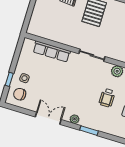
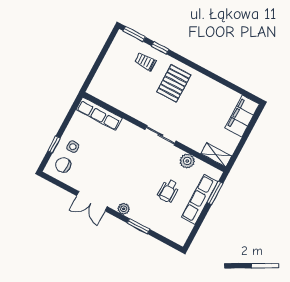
row of seats: (52, 51) -> (99, 114), moved
double door: (48, 118) -> (92, 201), swing flipped

